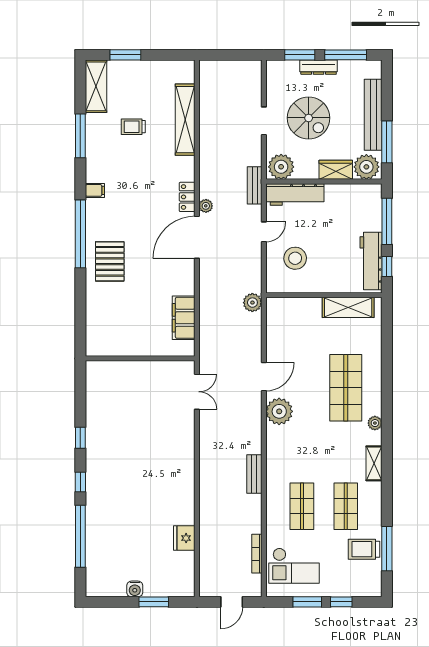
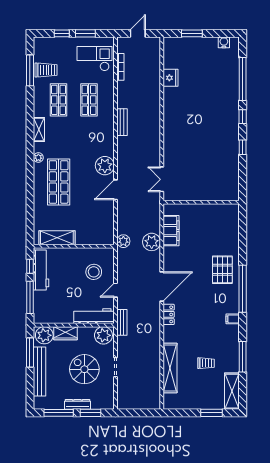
plant: (206, 206) -> (152, 242), moved, width x1.88, depth x1.88
water cooler: (135, 589) -> (224, 42), moved

